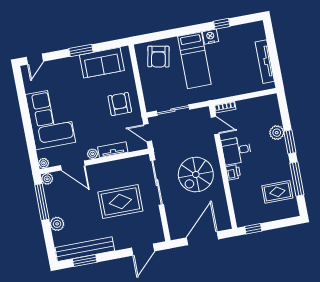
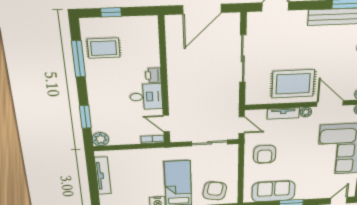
plant: (277, 133) -> (101, 139), moved
window: (290, 142) -> (85, 117), moved
spiral stairs: (196, 175) -> (197, 78), removed
sliding door: (157, 183) -> (243, 59), moved
rug: (120, 201) -> (293, 84), moved
window: (253, 229) -> (111, 12), moved

